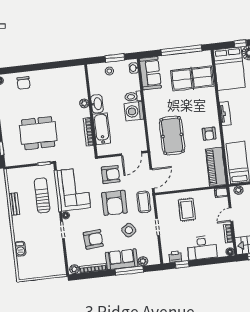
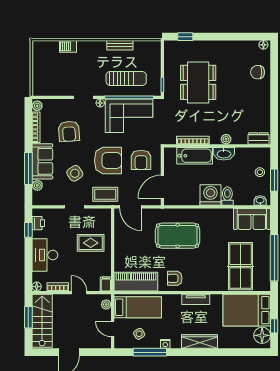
dresser: (80, 76) -> (258, 138), added
door: (132, 153) -> (162, 187), hinge flipped
armchair: (114, 203) -> (108, 160), turned 180

